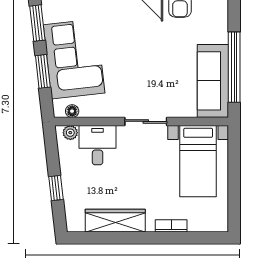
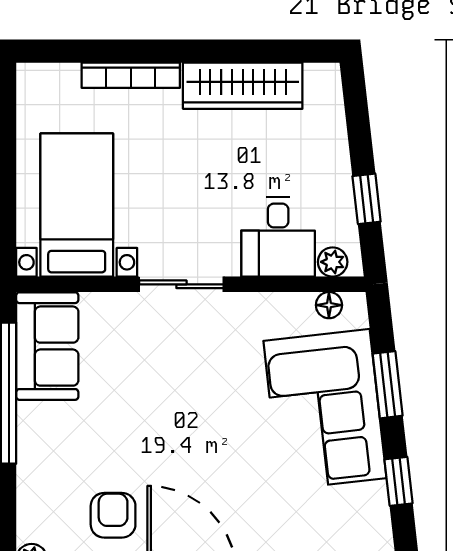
window: (37, 23) -> (398, 481), width x0.67
sofa: (213, 81) -> (47, 346), width x0.73
window: (56, 188) -> (367, 199), moved
bookcase: (171, 226) -> (131, 75), width x1.56

